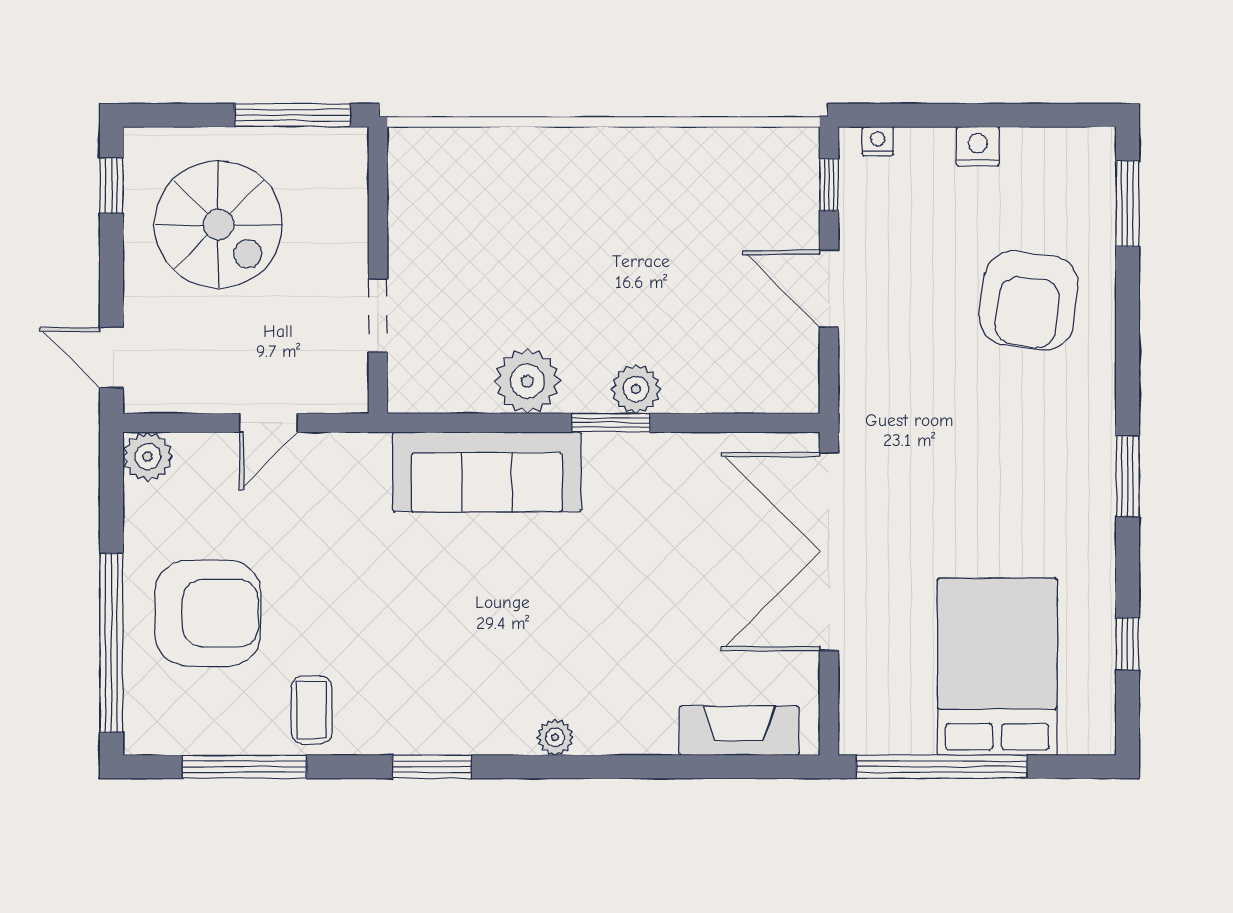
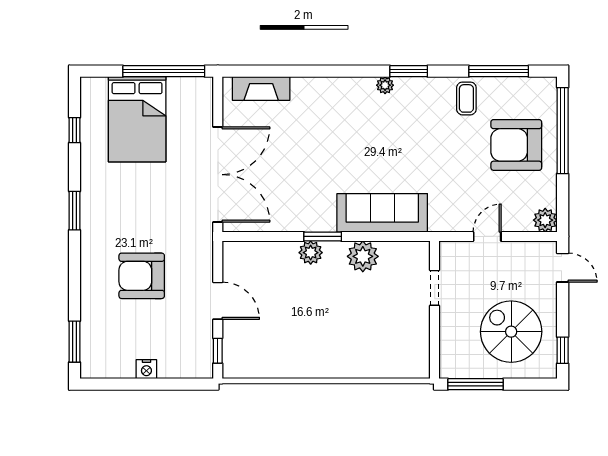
nightstand: (878, 141) -> (194, 372), removed
armchair: (1029, 301) -> (142, 276), moved, turned -97
plant: (555, 737) -> (385, 85), moved

